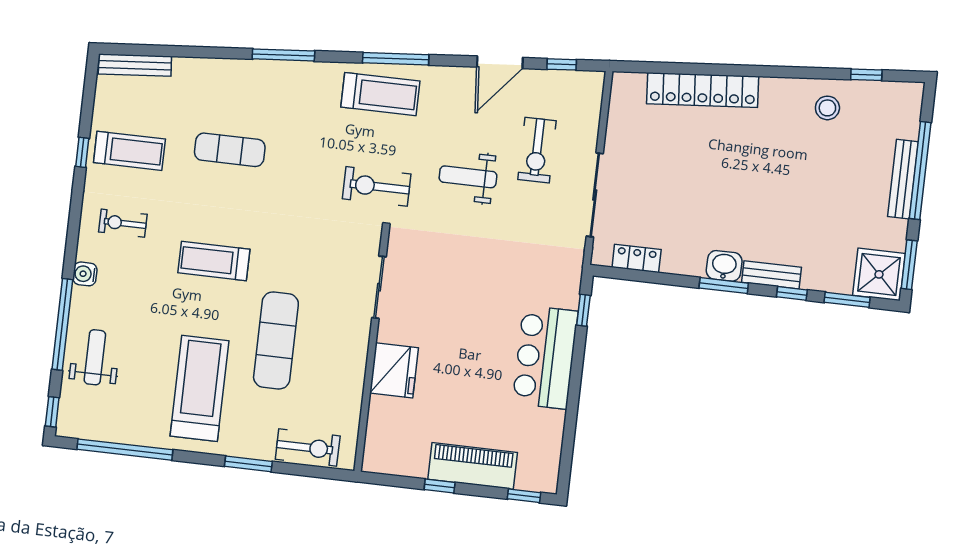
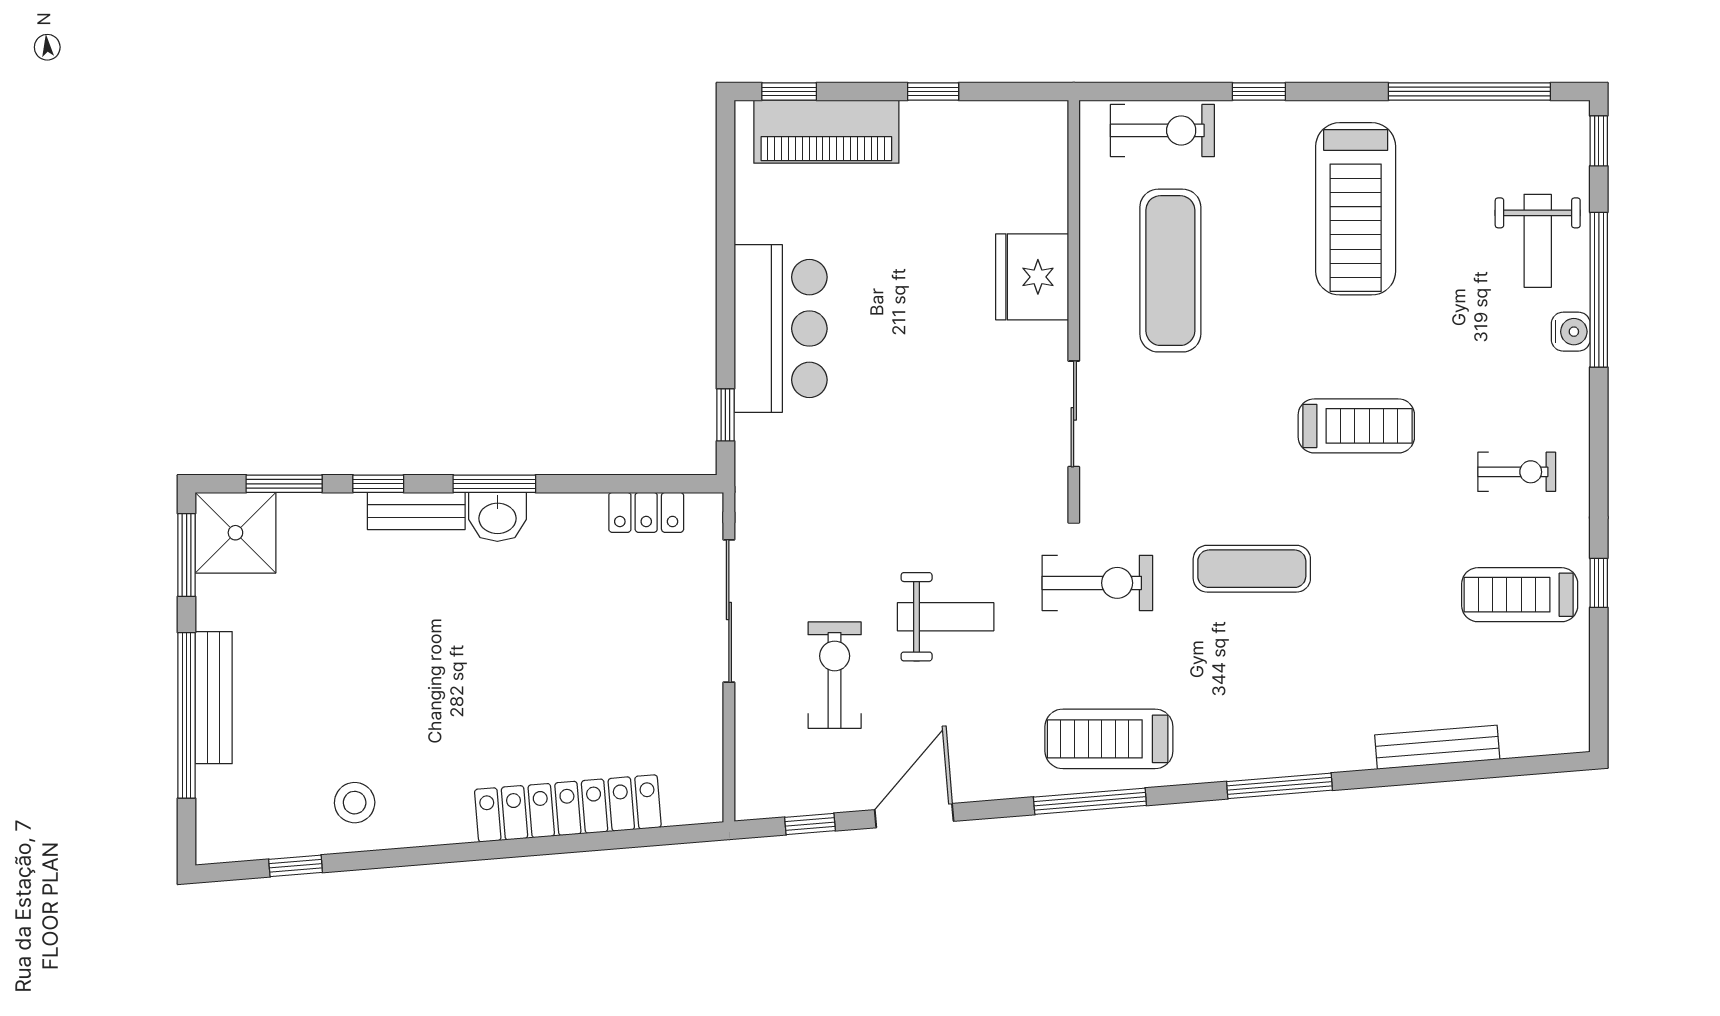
bench: (135, 65) -> (1437, 747), moved
exercise mat: (230, 150) -> (1252, 569), moved
water cooler: (85, 274) -> (1571, 332), moved
exercise mat: (276, 340) -> (1170, 271), moved
exercise bike: (308, 448) -> (1162, 130), turned 180
window: (248, 464) -> (1259, 91), width x0.67
piano: (473, 466) -> (826, 132), moved

